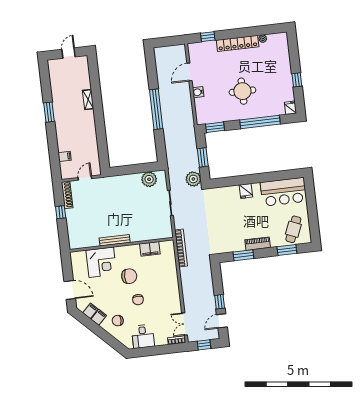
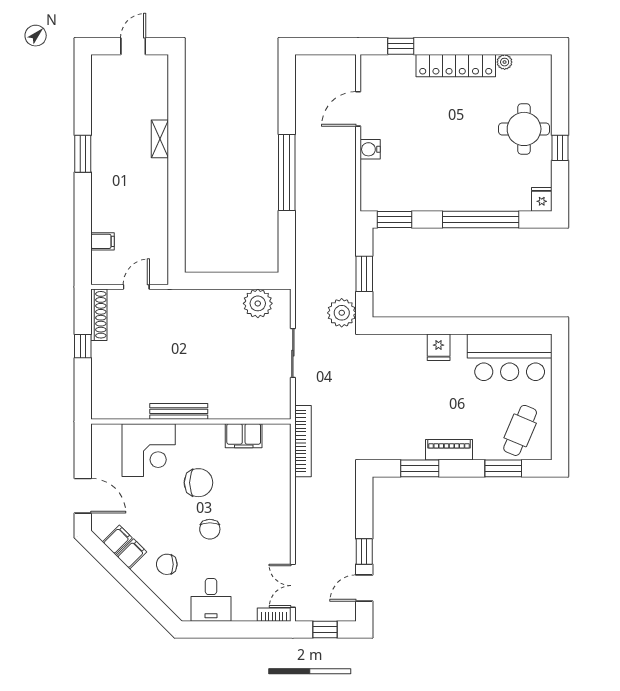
round table: (242, 91) -> (524, 129), moved

